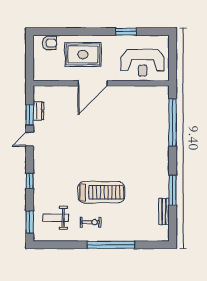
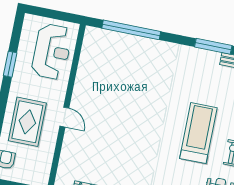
door: (93, 83) -> (64, 117), width x0.53

